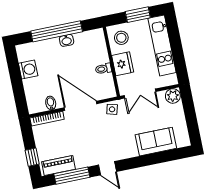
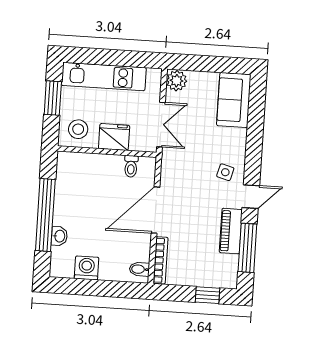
washbasin: (67, 40) -> (59, 236), moved
toilet: (103, 69) -> (131, 166), moved
bidet: (51, 103) -> (139, 269), moved
side table: (112, 109) -> (225, 172), moved
sofa: (156, 142) -> (234, 100), moved
piano: (58, 166) -> (231, 231), moved

